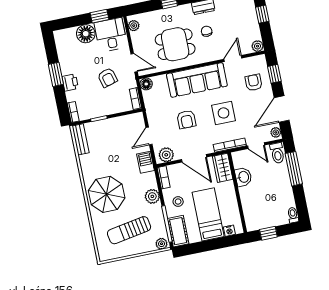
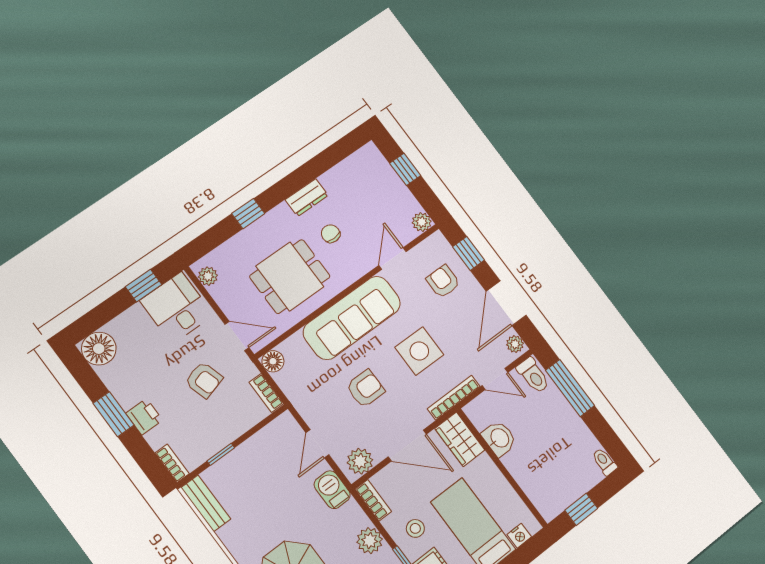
floor lamp: (86, 34) -> (99, 349), moved
armchair: (186, 119) -> (365, 389), turned -90

